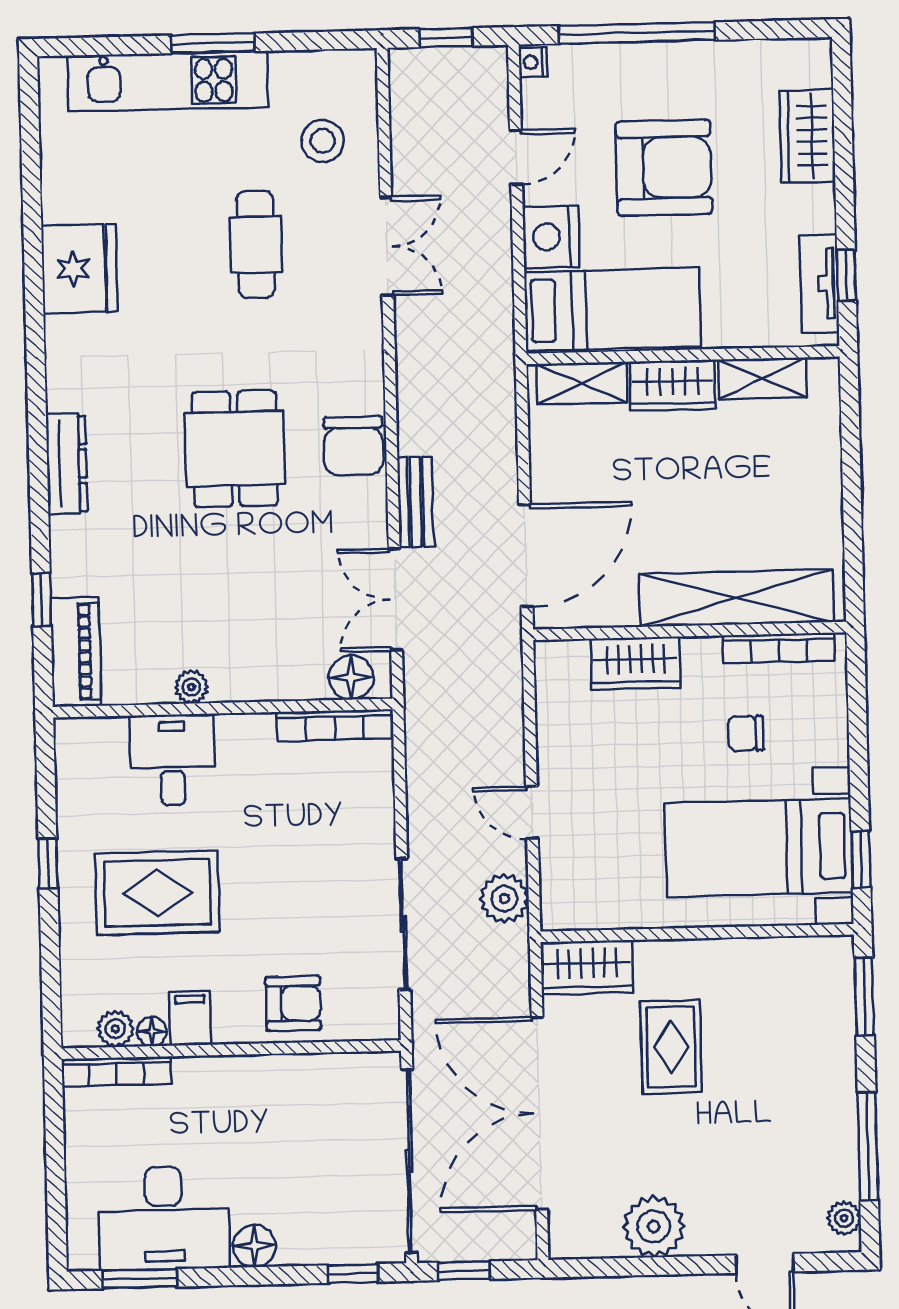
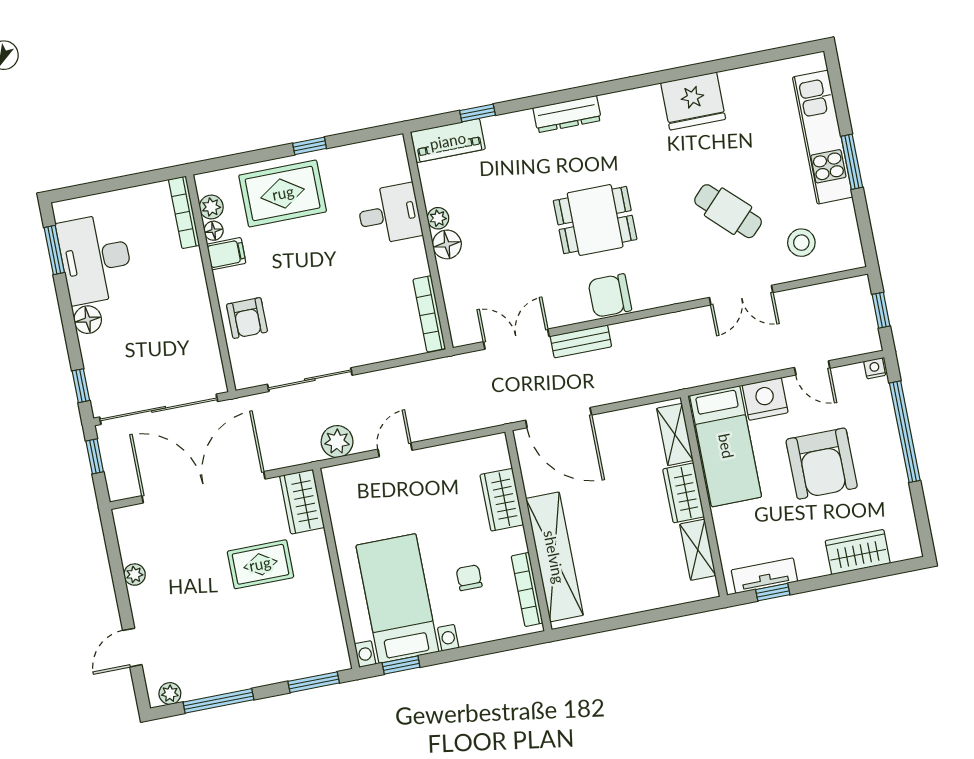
cafe table: (256, 244) -> (728, 211), turned 44
floor lamp: (351, 677) -> (447, 244), moved
rug: (157, 893) -> (283, 193), moved, turned 90
plant: (654, 1226) -> (135, 575), width x0.53, depth x0.53

